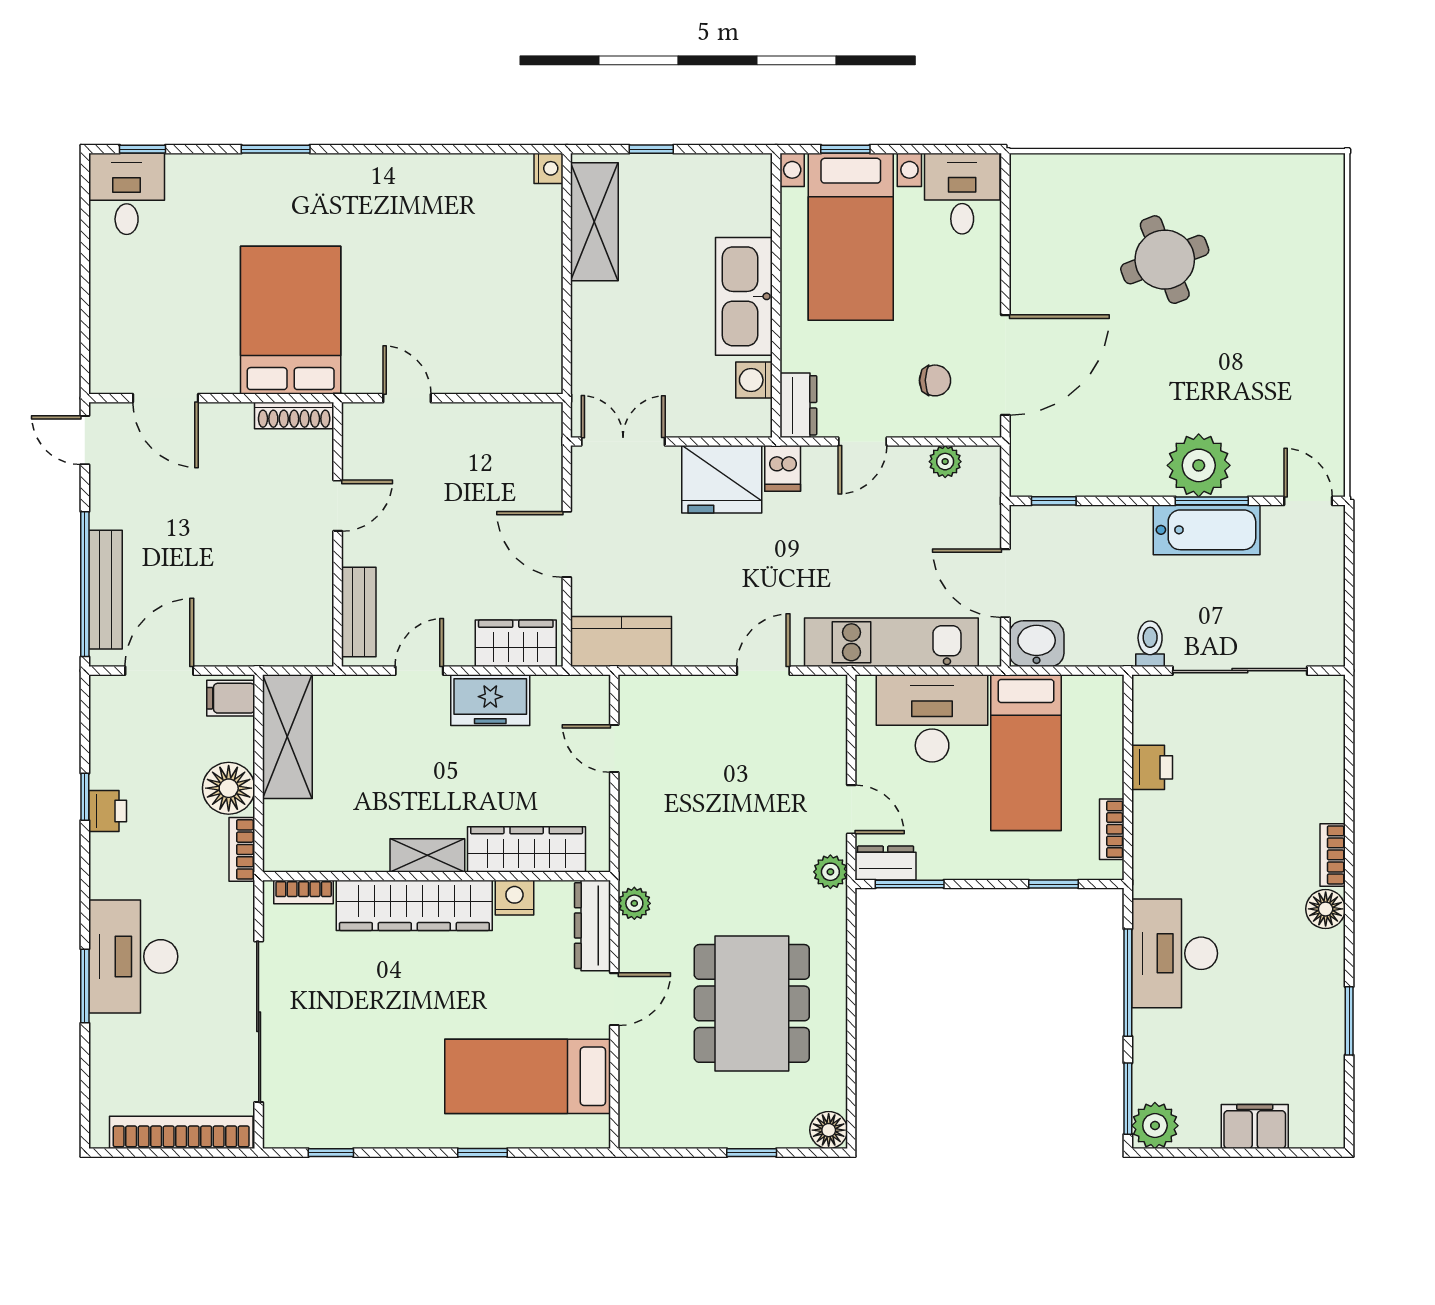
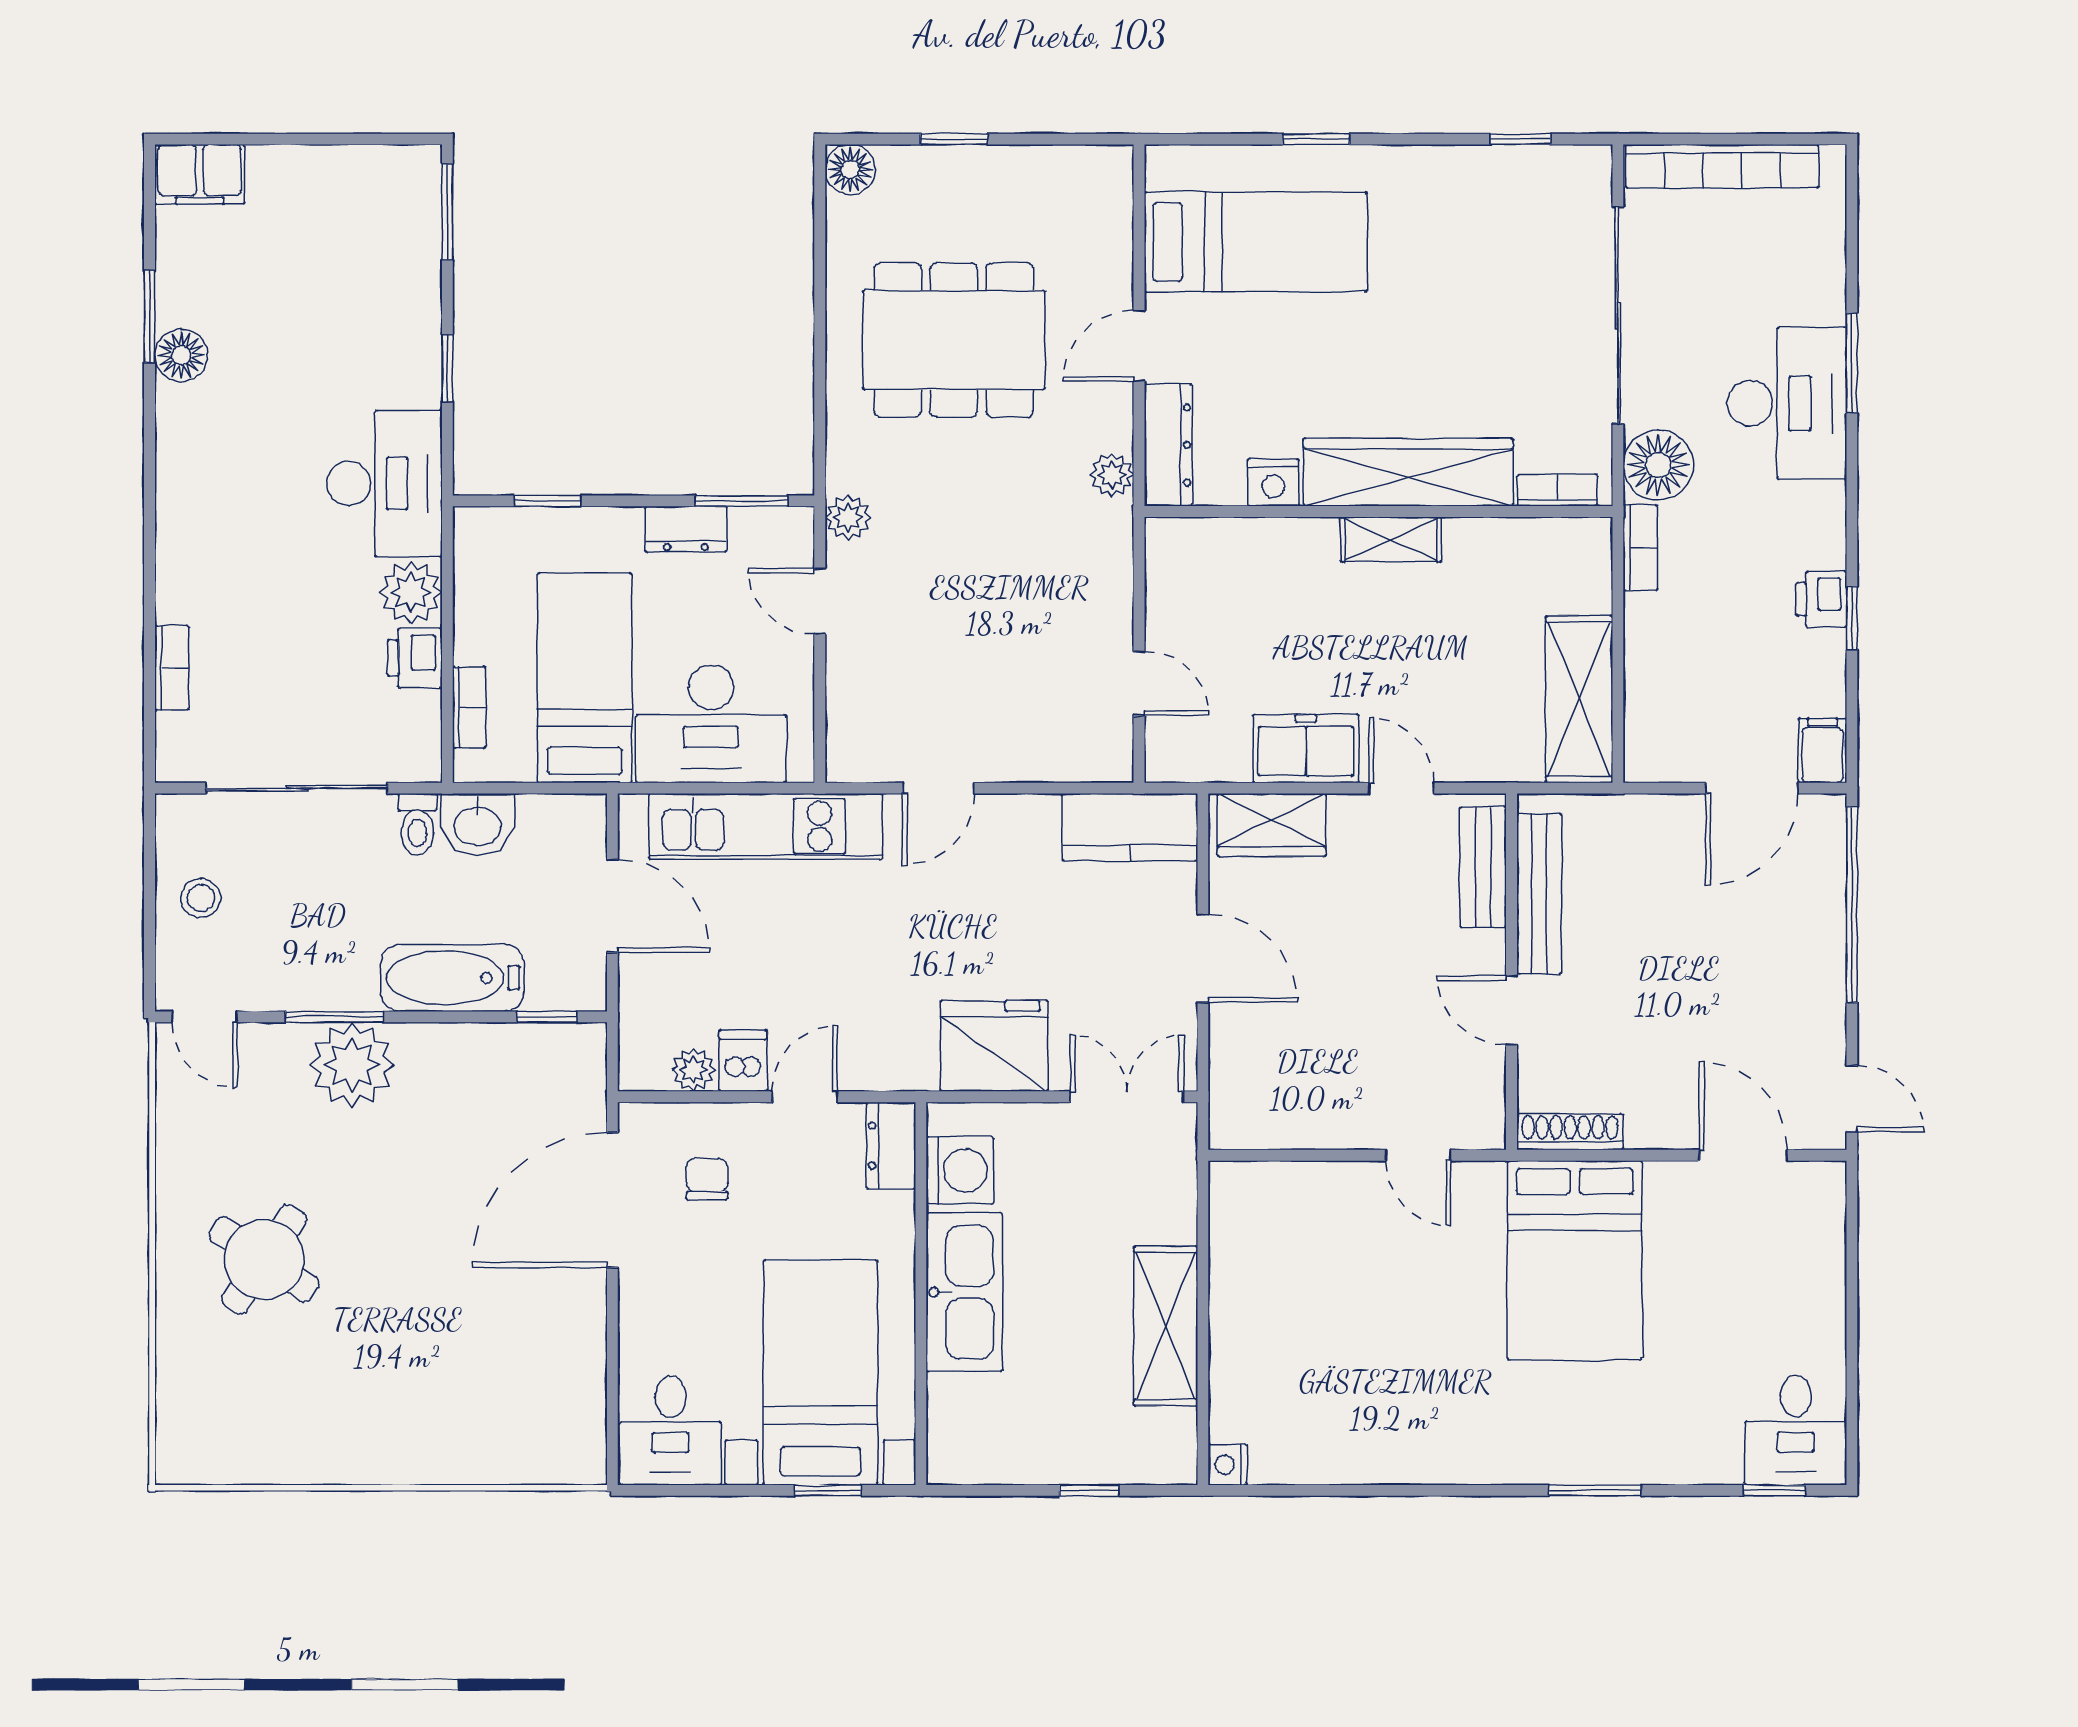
shelving: (594, 222) -> (1166, 1326), moved
round table: (1165, 260) -> (264, 1259), moved, turned -35
washing machine: (754, 380) -> (960, 1170), width x1.38, depth x1.38
chair: (935, 380) -> (707, 1179), turned 90
double door: (623, 442) -> (1127, 1097), swing flipped
dishwasher: (783, 468) -> (743, 1060), moved
door: (338, 506) -> (1511, 1010), hinge flipped
bathtub: (1207, 530) -> (452, 978), moved
stool: (1311, 589) -> (201, 898), added
bench: (105, 590) -> (1539, 894), moved
washbasin: (1037, 644) -> (477, 825), moved
door: (419, 671) -> (1402, 788), swing flipped
filing cabinet: (231, 698) -> (1822, 751), moved, turned -90
floor lamp: (229, 788) -> (1658, 465), moved
bookcase: (1112, 829) -> (469, 707), moved
wardrobe: (527, 849) -> (1257, 547), removed
bookcase: (1333, 855) -> (172, 668), moved
dresser: (886, 863) -> (686, 529), moved
floor lamp: (1326, 909) -> (181, 355), moved
desk: (1175, 953) -> (384, 483), moved
window: (1128, 983) -> (447, 368), width x0.46
dining table: (752, 1003) -> (954, 340), turned 90
plant: (1155, 1126) -> (411, 592), moved
filing cabinet: (1255, 1127) -> (200, 174), moved

